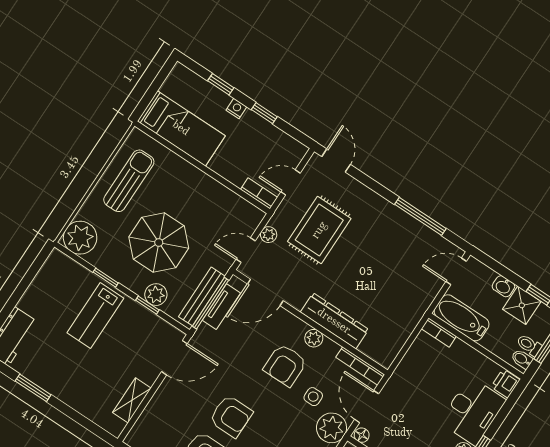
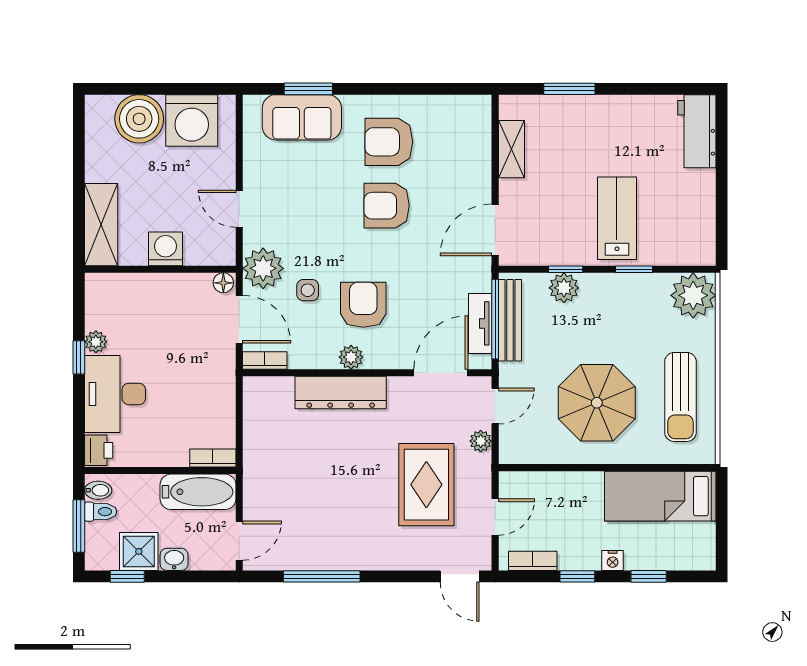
bookcase: (259, 193) -> (533, 561), moved, turned 180
parasol: (159, 243) -> (597, 403), moved
bookcase: (360, 366) -> (265, 361), width x0.64
window: (33, 388) -> (569, 89), moved

